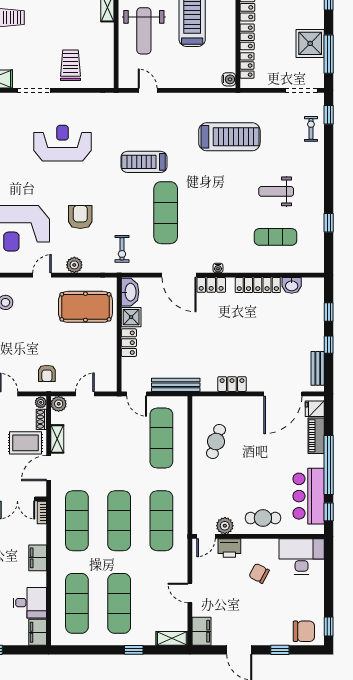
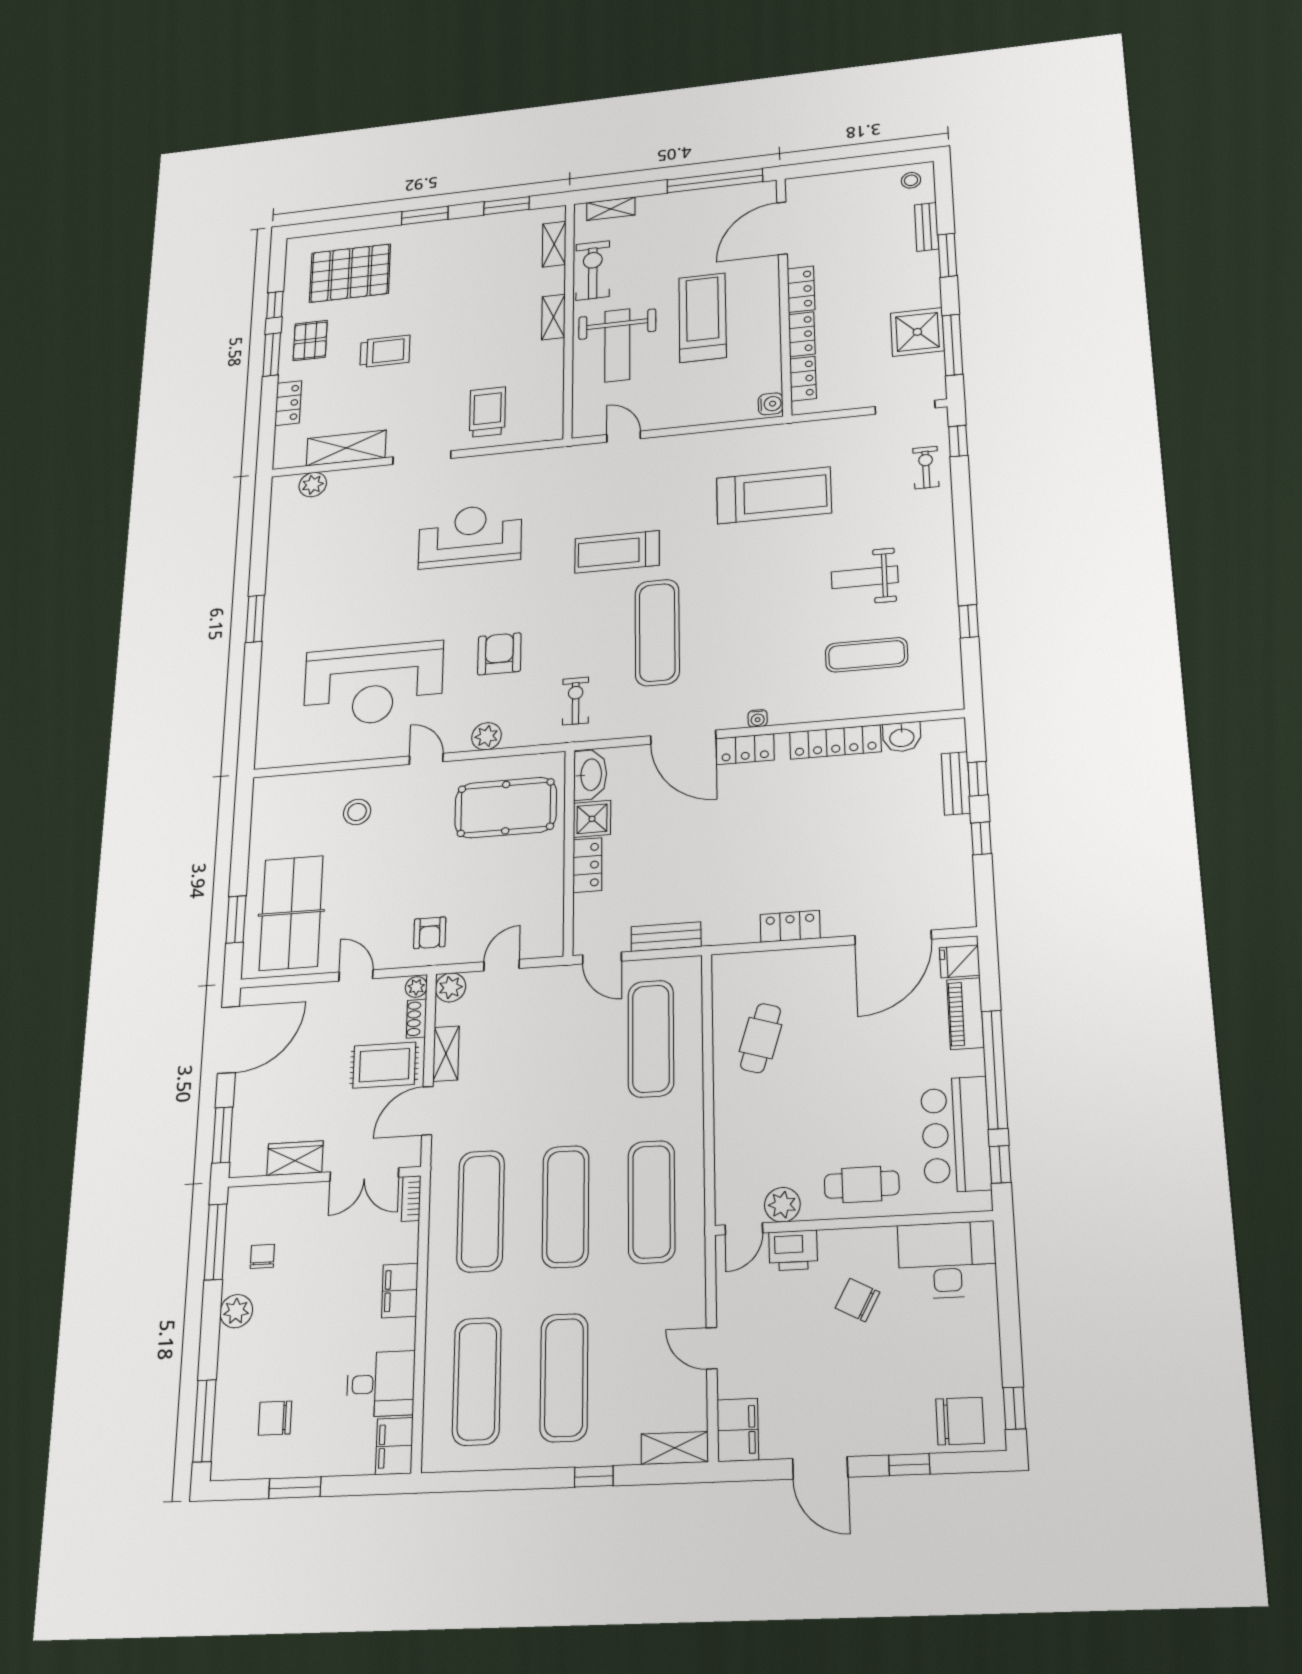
exercise bike: (122, 249) -> (576, 701), turned 180
door: (42, 275) -> (426, 759), hinge flipped
bench: (318, 368) -> (956, 783), moved
bench: (176, 385) -> (666, 937), width x0.73

